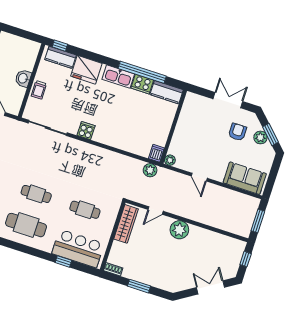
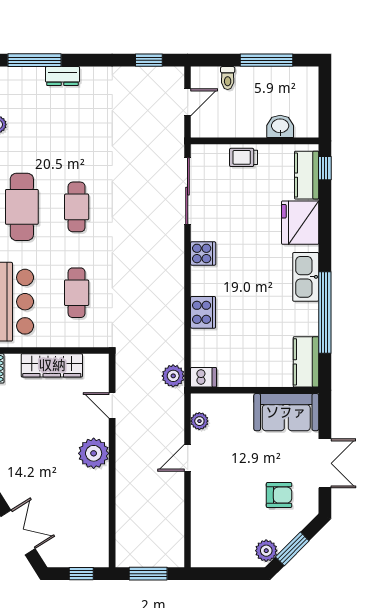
washbasin: (23, 78) -> (280, 126), moved
cooker: (142, 84) -> (203, 312), moved, turned 180
plant: (260, 137) -> (266, 551), moved
plant: (170, 160) -> (199, 421), moved
sofa: (245, 178) -> (286, 412), moved, turned 90
wardrobe: (126, 224) -> (52, 365), moved

